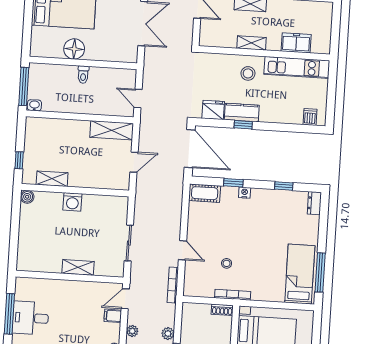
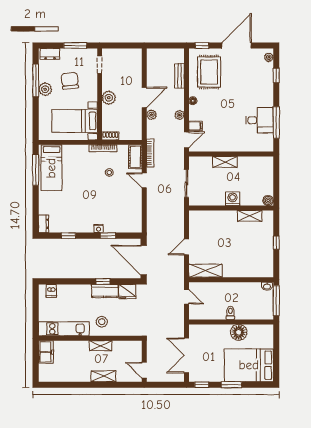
freezer: (296, 43) -> (46, 352), moved, turned -90
shelving: (52, 179) -> (250, 216), moved
wall: (75, 190) -> (231, 208), moved
cot: (205, 193) -> (135, 157), moved, turned 90
boiler: (27, 197) -> (268, 201), moved
washing machine: (72, 202) -> (233, 199), moved

